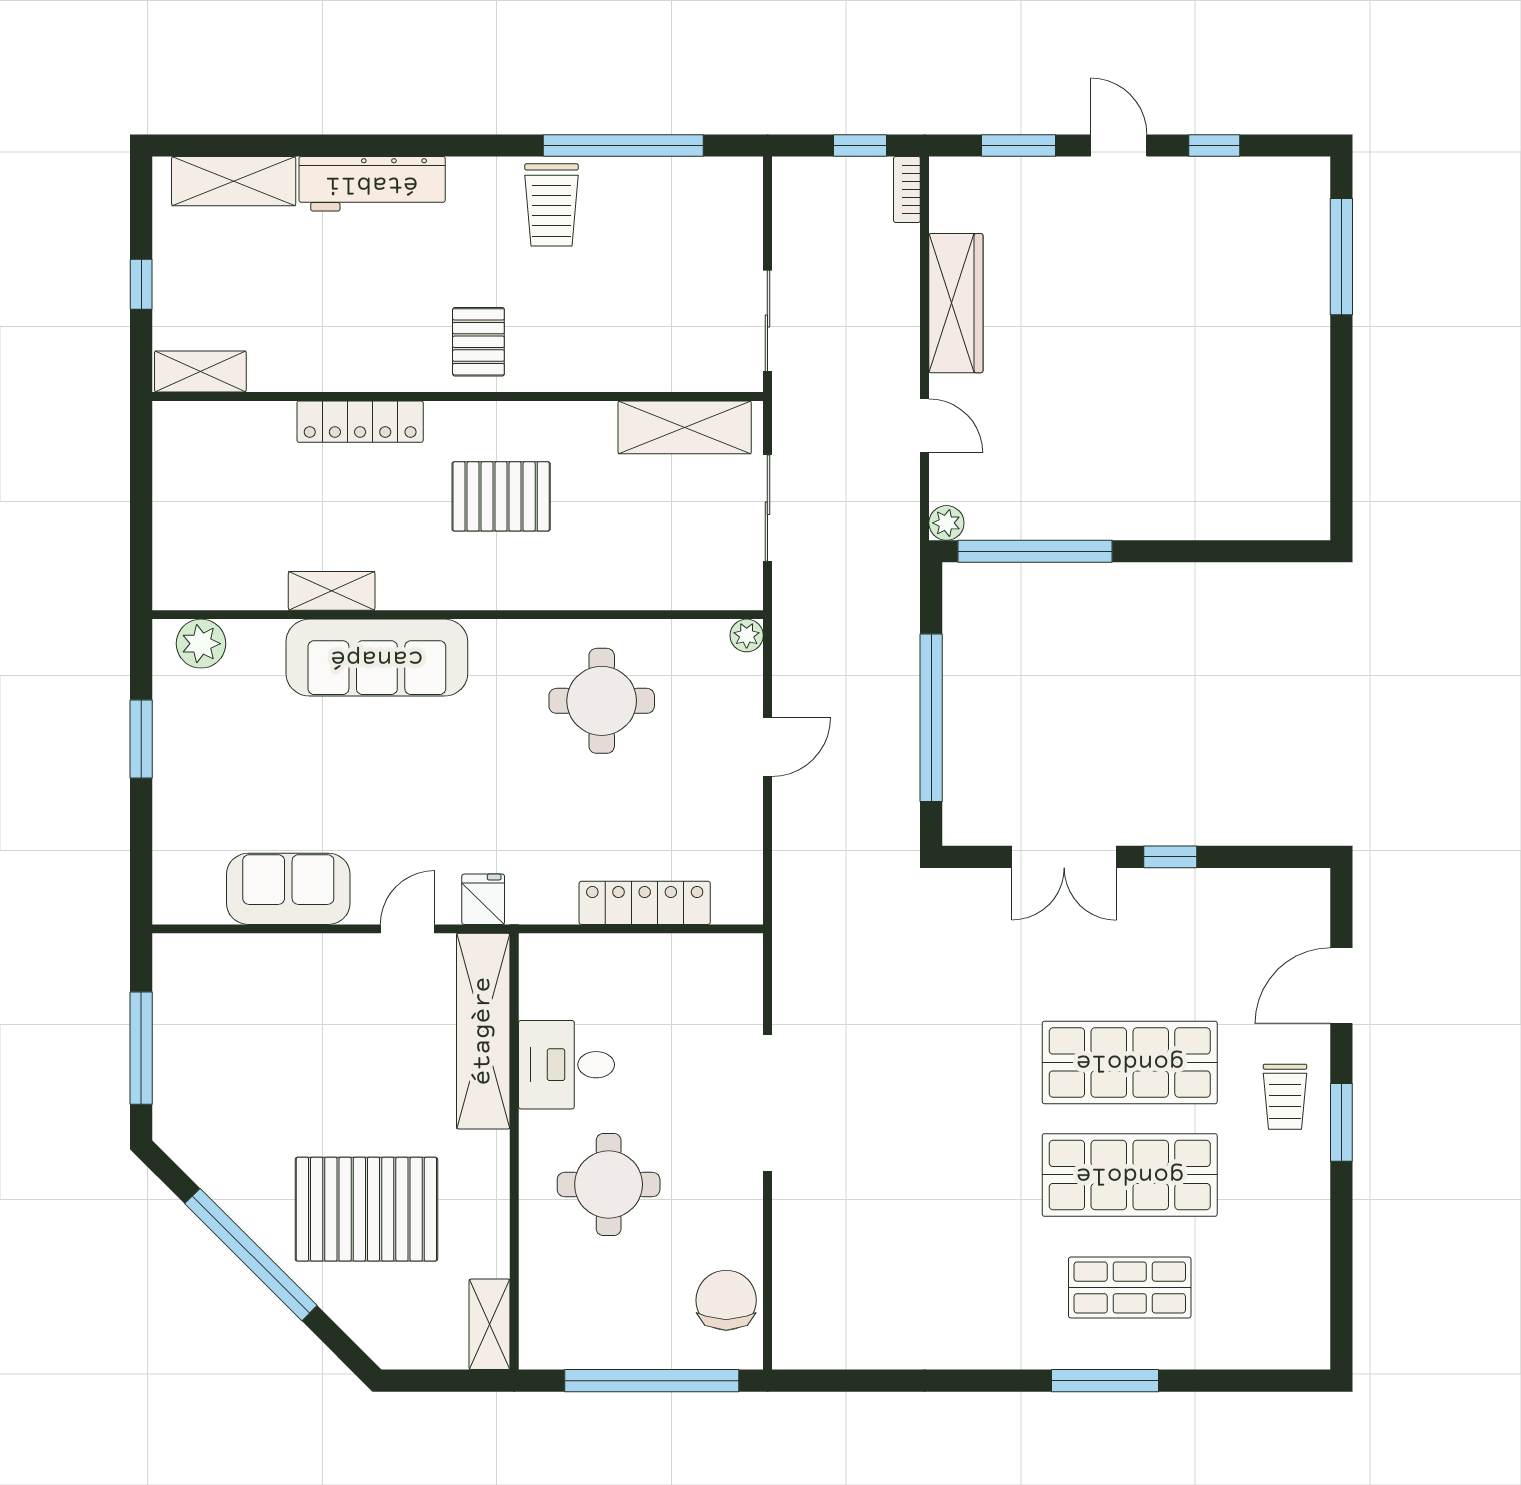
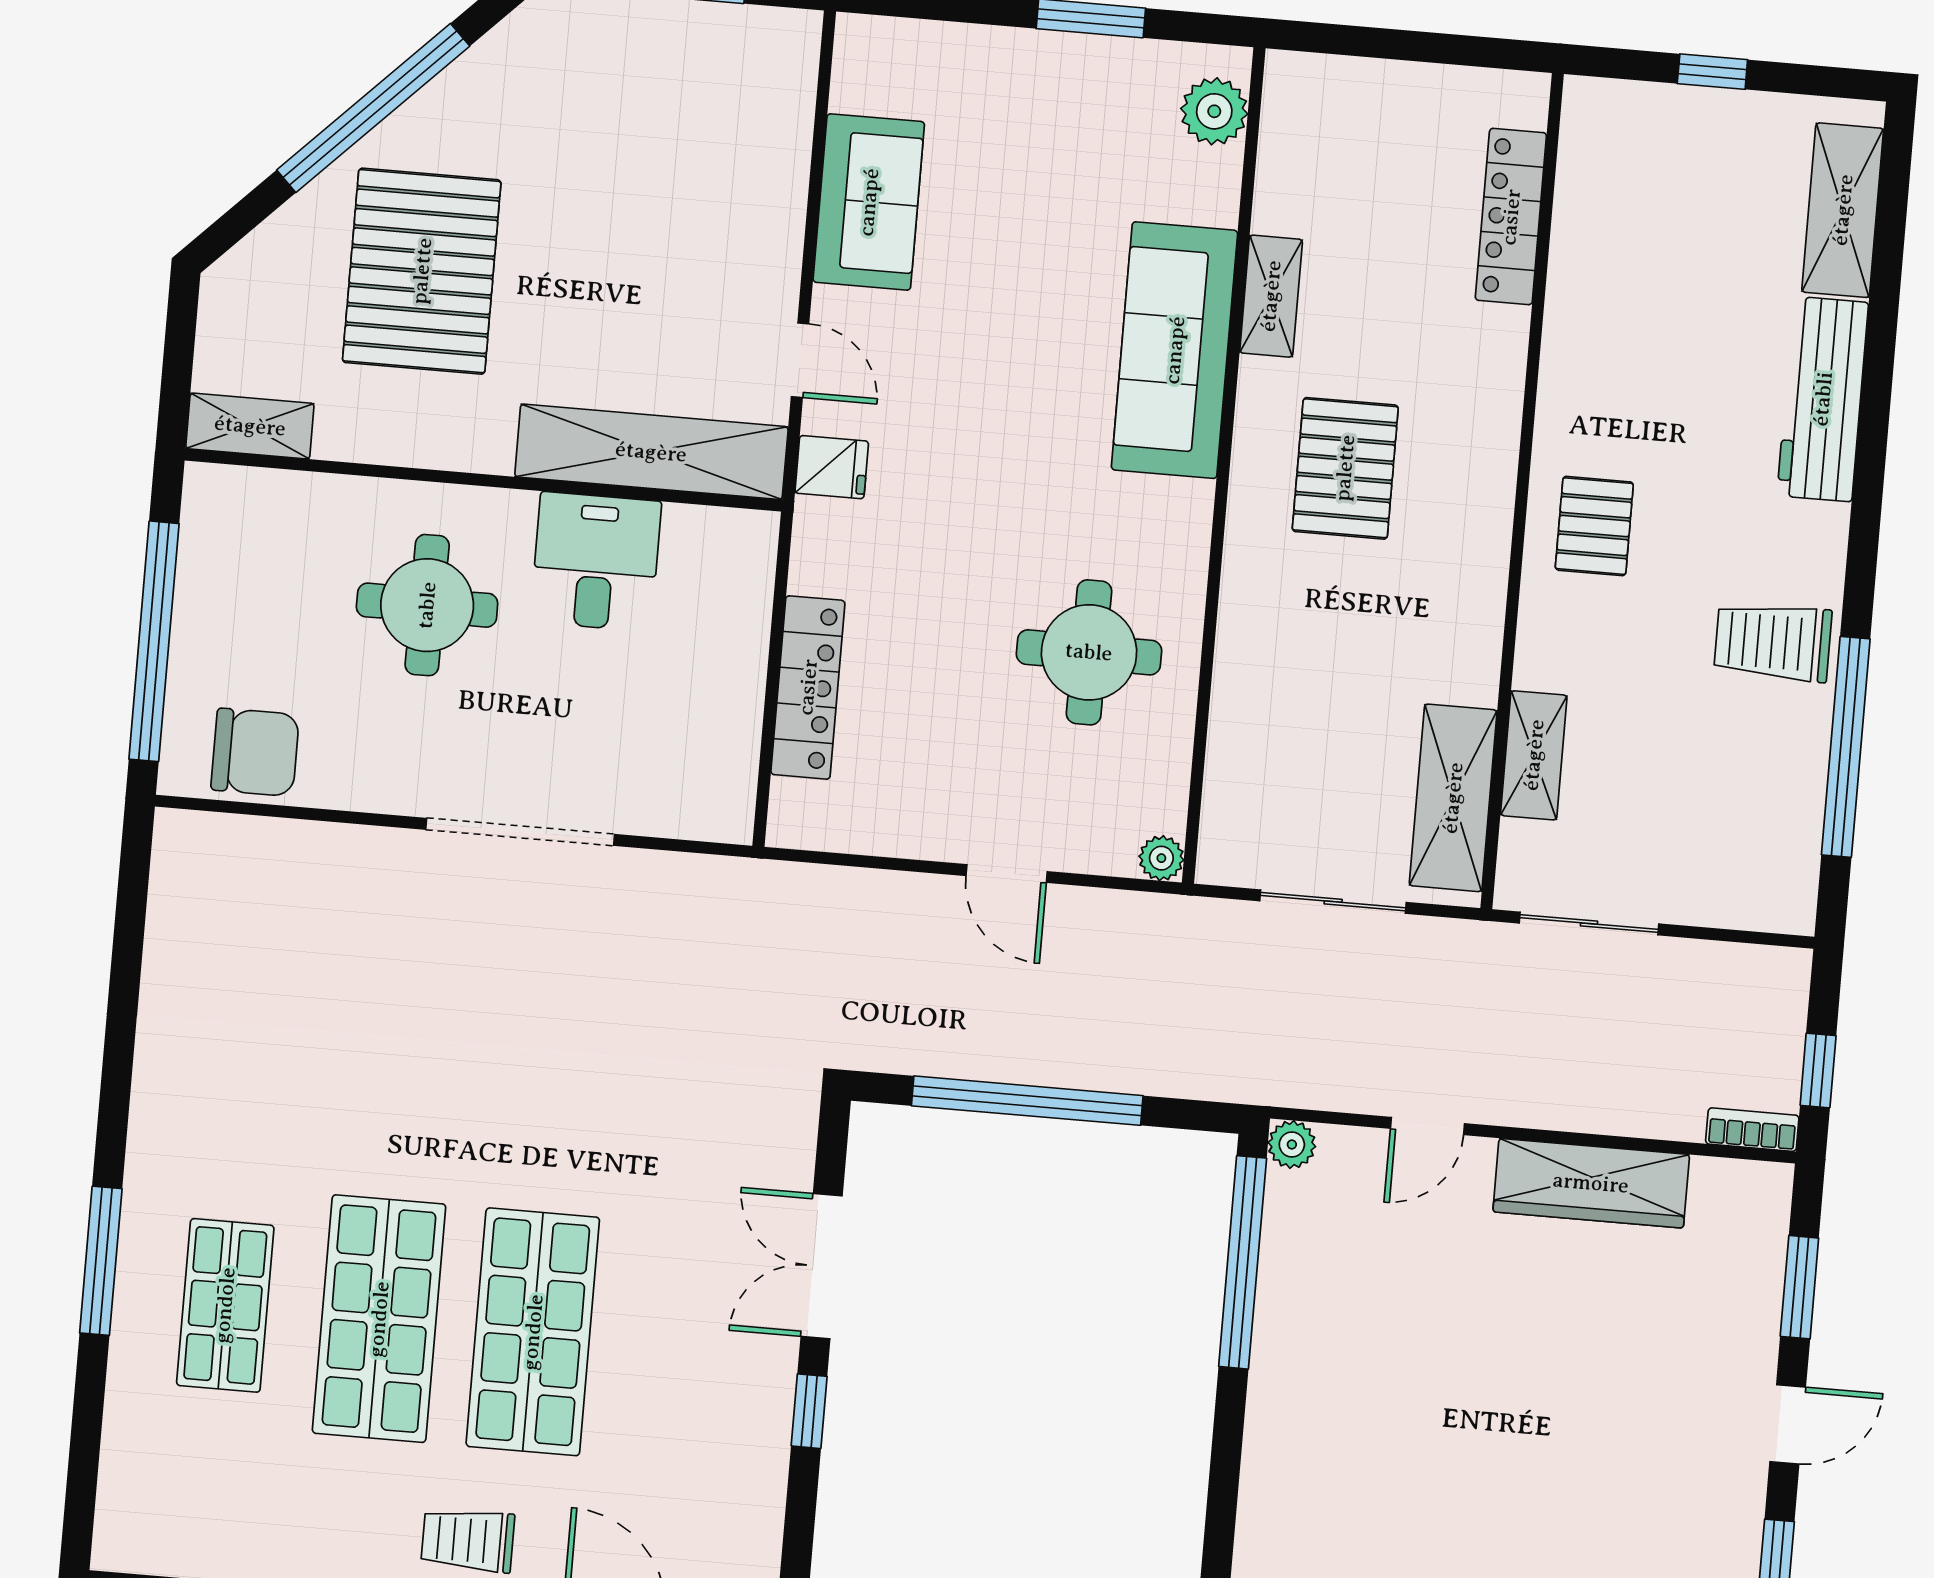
pallet: (478, 342) -> (1594, 526), turned 90
shelving: (200, 371) -> (1534, 755), moved
locker: (360, 422) -> (1511, 217), moved
pallet: (501, 496) -> (1345, 468), moved

